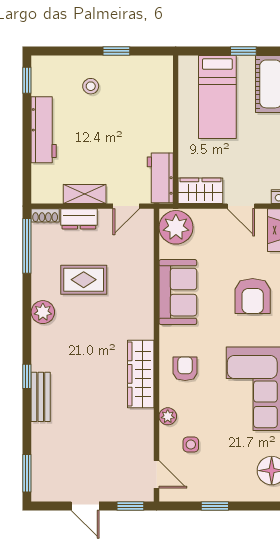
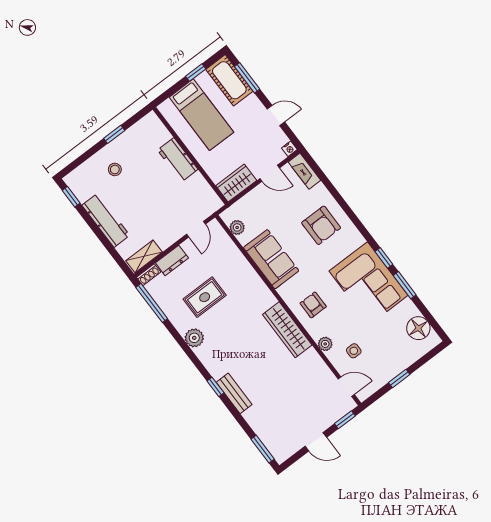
workbench: (160, 178) -> (178, 160), moved
shelving: (85, 194) -> (144, 256), moved
plant: (176, 227) -> (237, 227), width x0.53, depth x0.53

